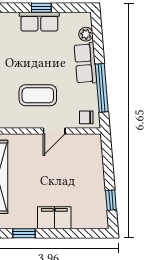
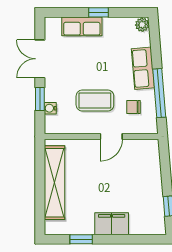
row of seats: (39, 22) -> (82, 26), moved
plant: (86, 34) -> (142, 25), moved
chair: (86, 117) -> (134, 107), moved

